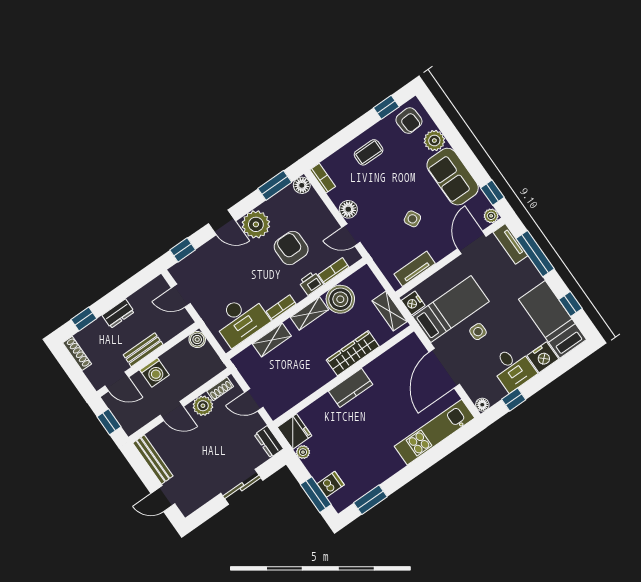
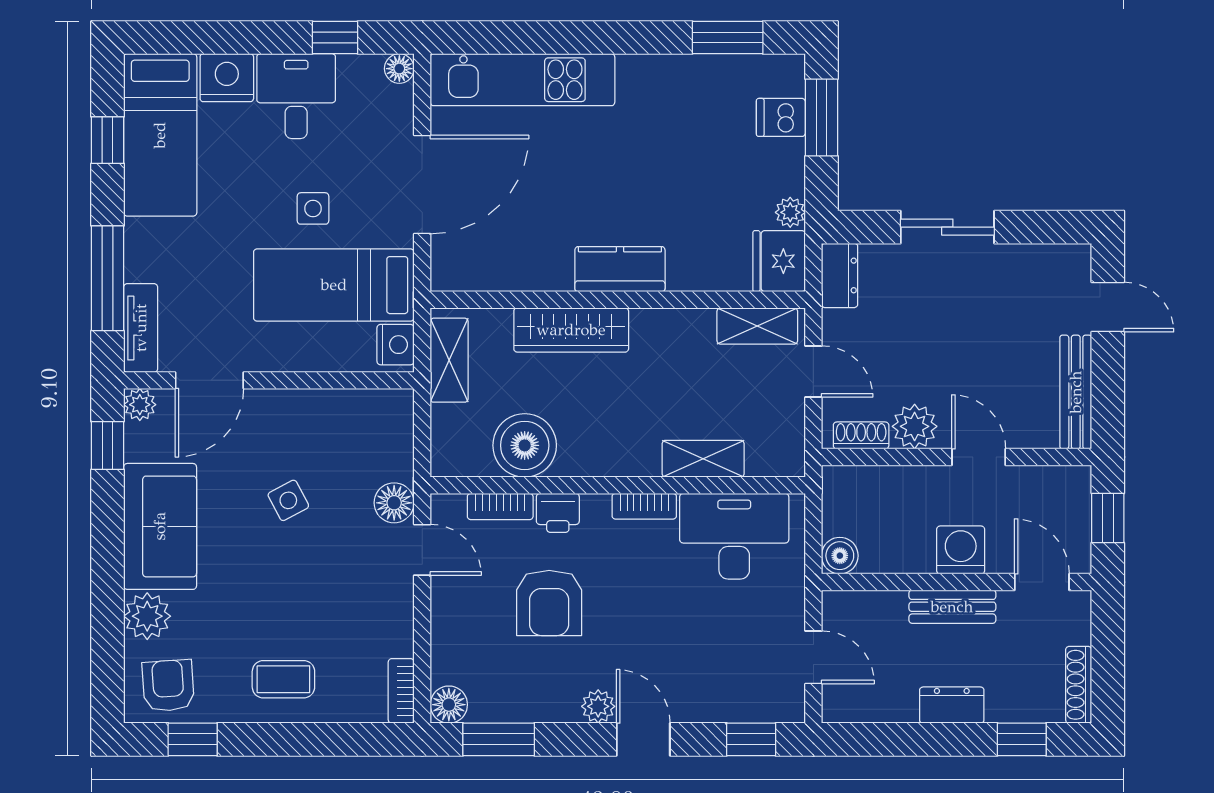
floor lamp: (348, 209) -> (394, 503), moved
plant: (256, 224) -> (598, 706), width x0.53, depth x0.53
tv unit: (415, 269) -> (349, 406), removed
shelving: (309, 313) -> (757, 326), moved

